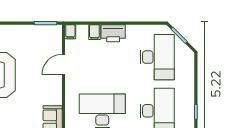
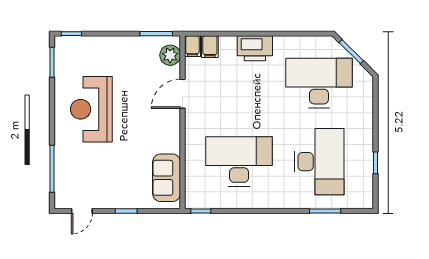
filing cabinet: (94, 32) -> (210, 47), moved
plant: (55, 38) -> (170, 55), added
desk: (157, 57) -> (319, 83), turned -90

